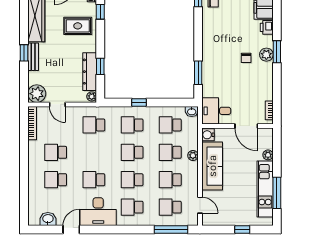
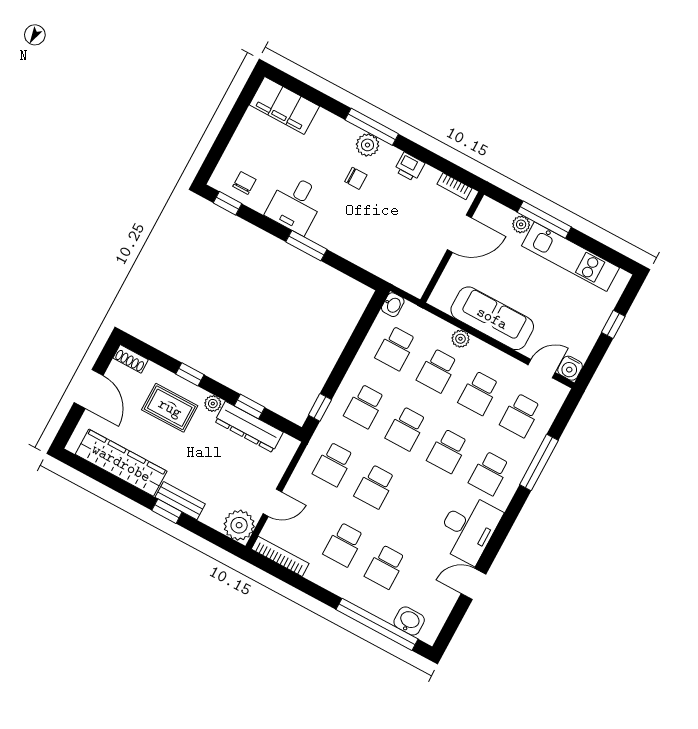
window: (100, 12) -> (190, 374), moved
rug: (78, 26) -> (170, 408), turned 90
printer: (267, 27) -> (410, 167), moved
window: (277, 52) -> (372, 127), width x1.44
window: (198, 73) -> (306, 246), moved
plant: (92, 96) -> (213, 404), moved
window: (139, 103) -> (320, 407), moved
desk: (216, 111) -> (295, 204), moved
water cooler: (208, 135) -> (570, 368), moved
school desk: (94, 180) -> (375, 487), moved
window: (24, 191) -> (377, 624), added
window: (277, 193) -> (544, 220), moved
washbasin: (48, 219) -> (409, 621), moved, turned 90
door: (71, 230) -> (473, 584), hinge flipped
window: (171, 230) -> (539, 462), moved

